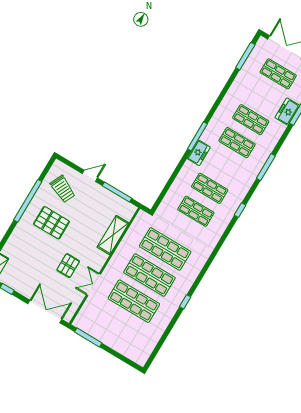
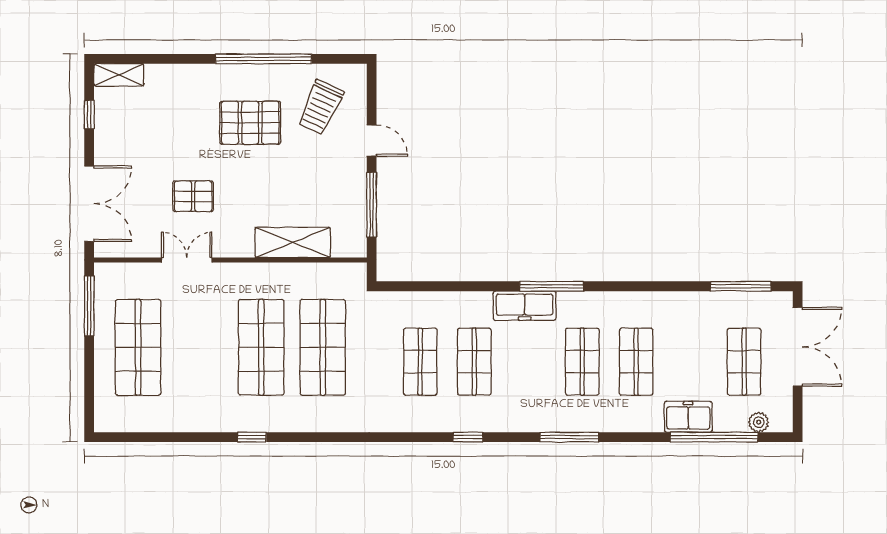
freezer: (199, 153) -> (525, 306), width x1.40
pallet: (51, 223) -> (250, 123), turned 90
shop shelf: (134, 301) -> (138, 347), moved

